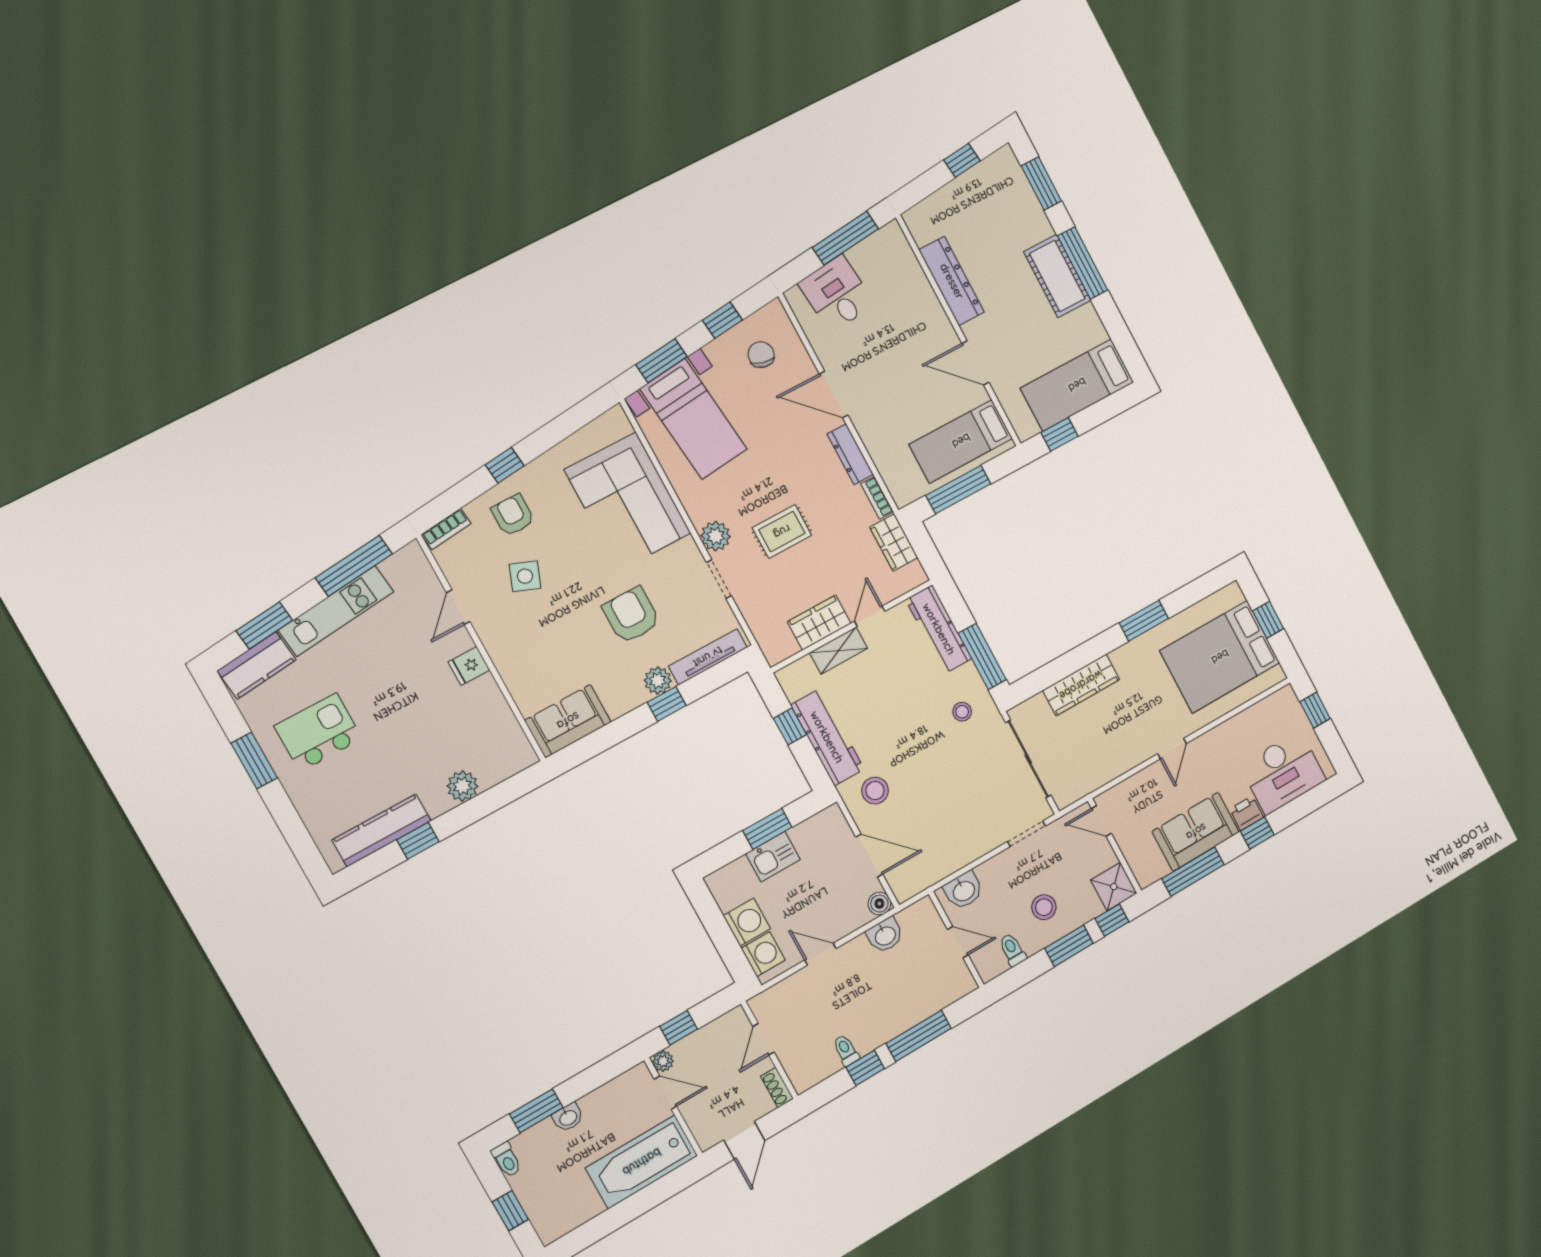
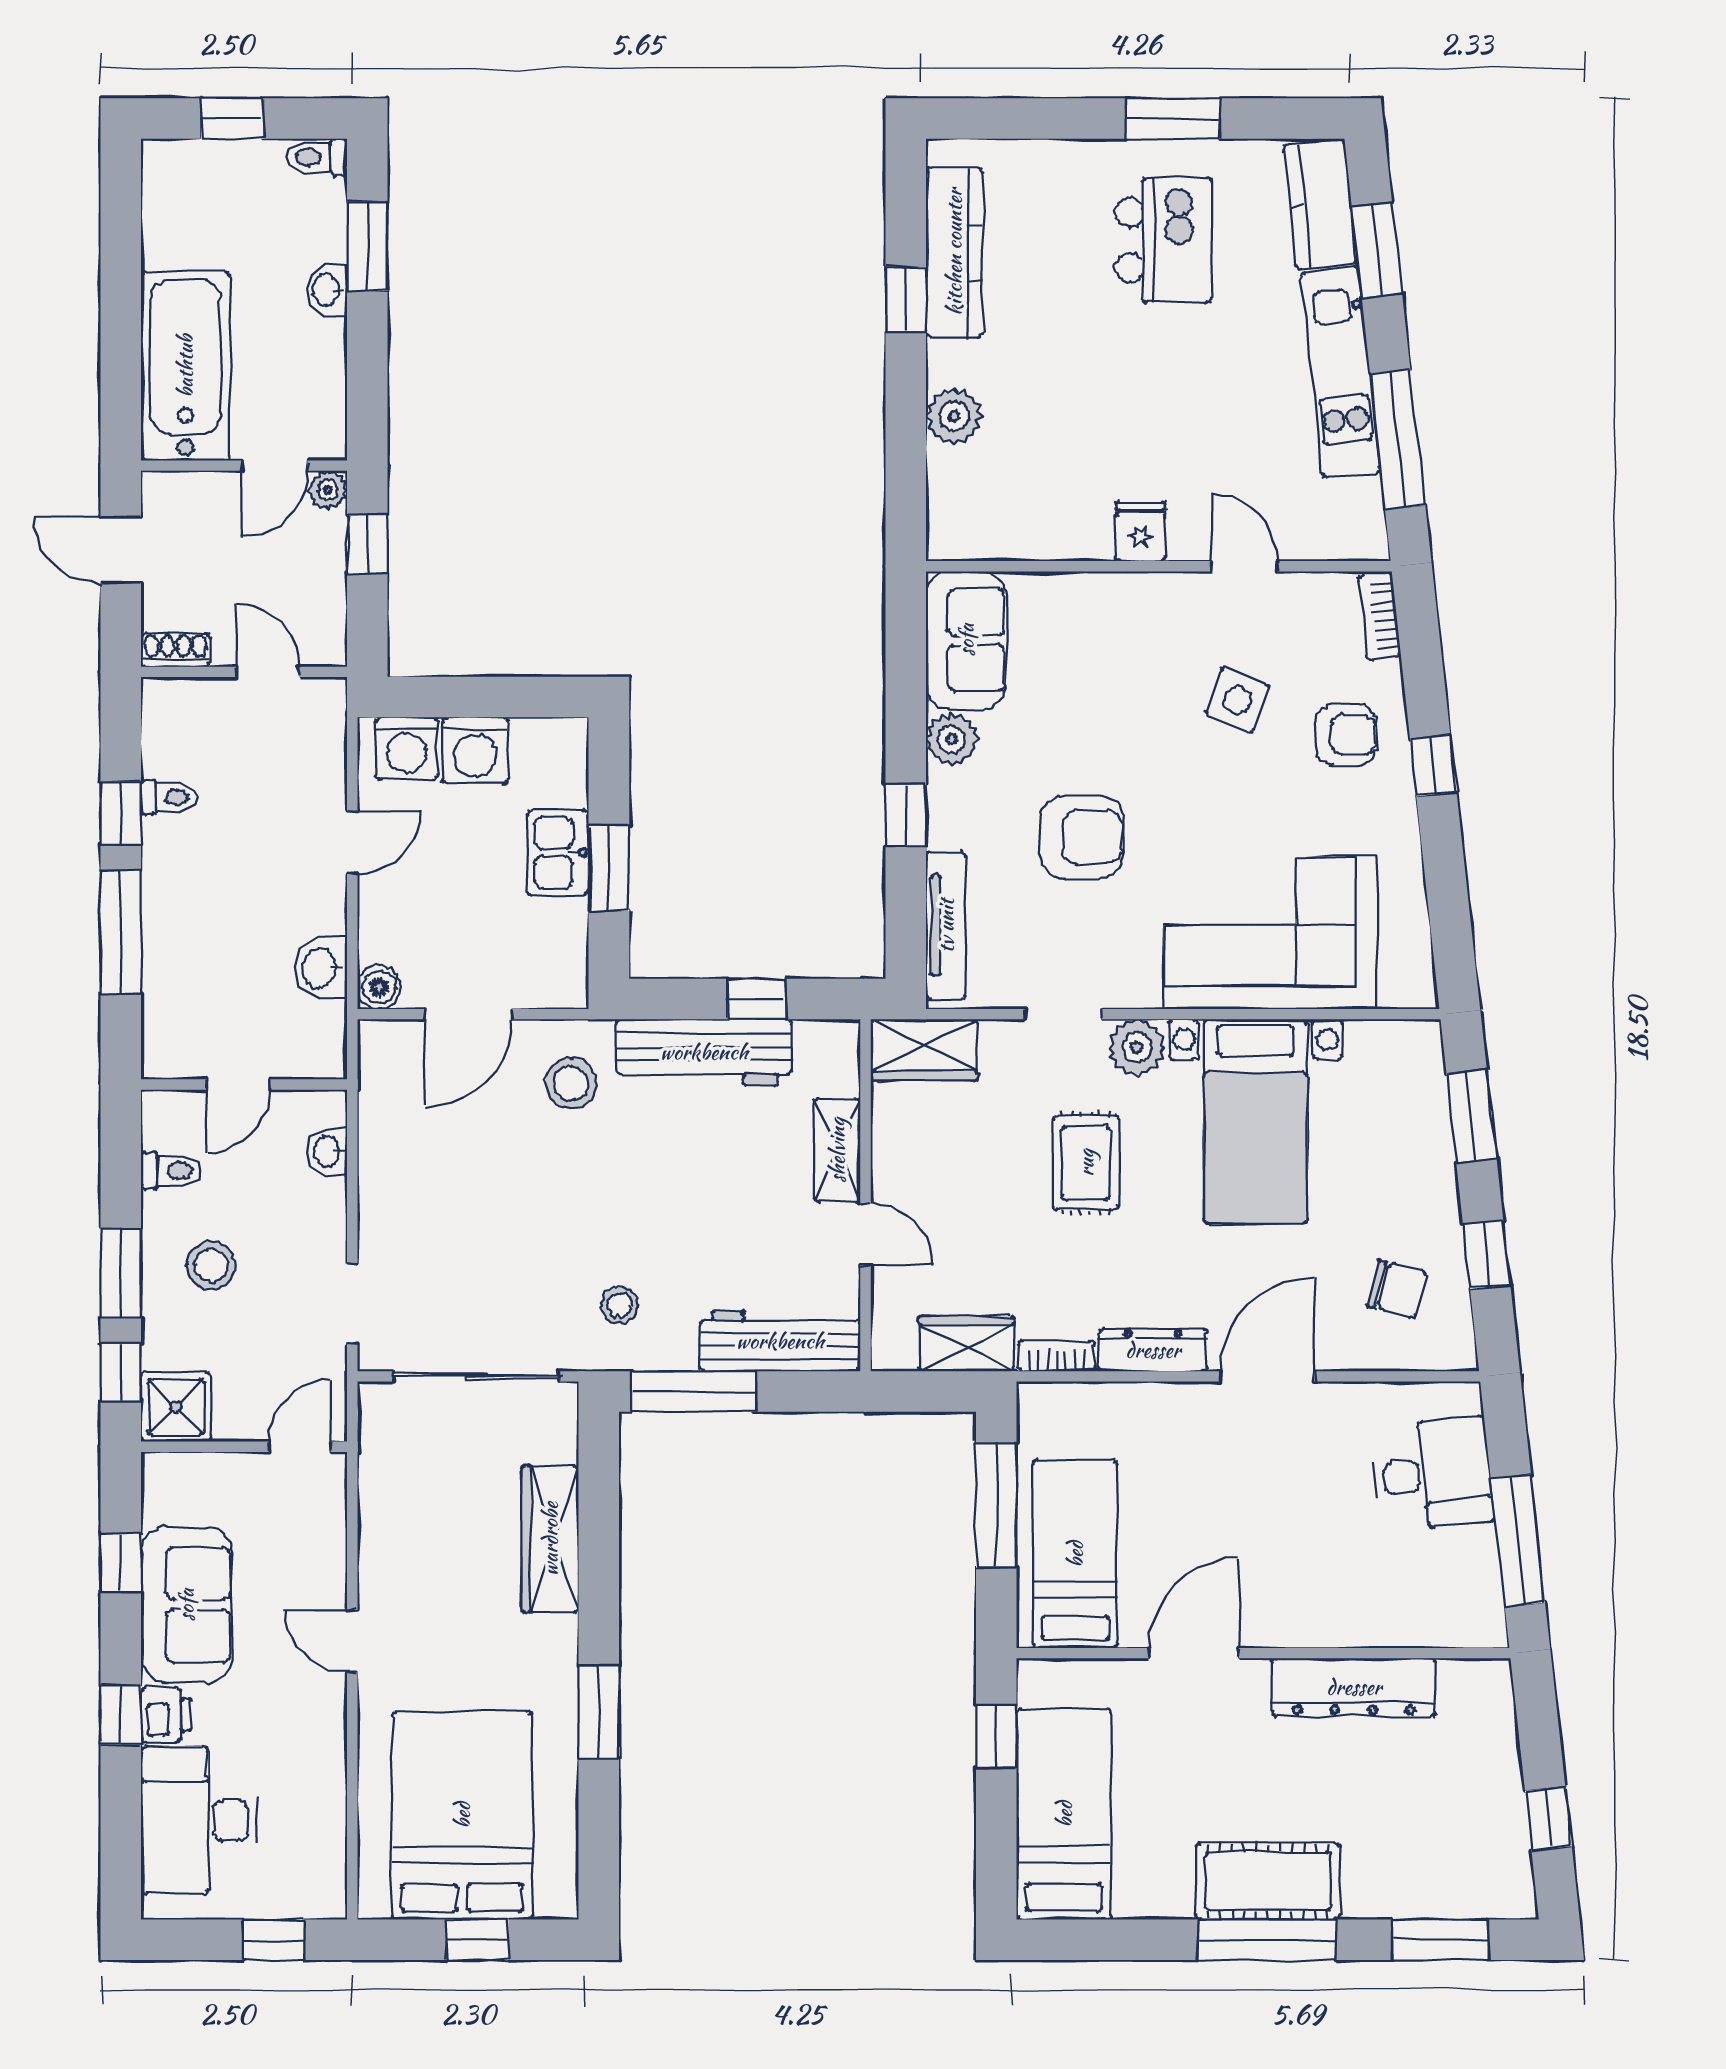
bed with nightstands: (694, 419) -> (1256, 1121), moved, turned -84
wardrobe: (819, 623) -> (924, 1050), moved, turned 90
plant: (658, 681) -> (952, 739), moved
window: (1193, 872) -> (121, 1562), width x0.46
washbasin: (964, 890) -> (328, 1151), width x0.72, depth x0.69

